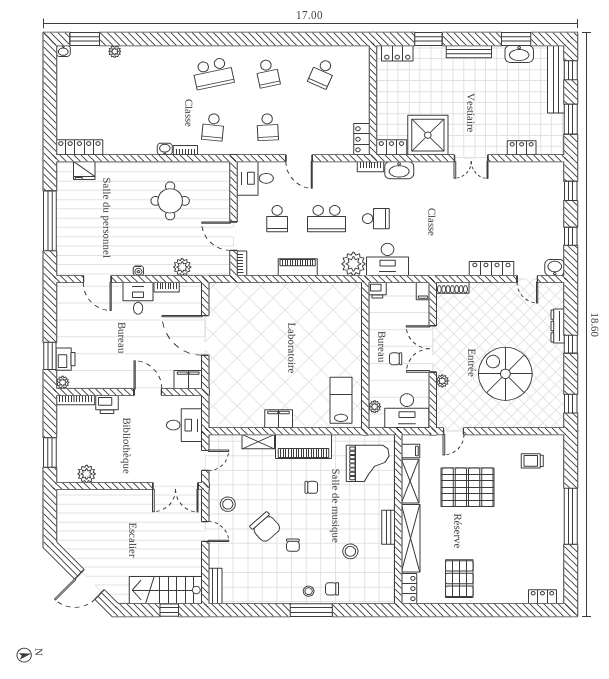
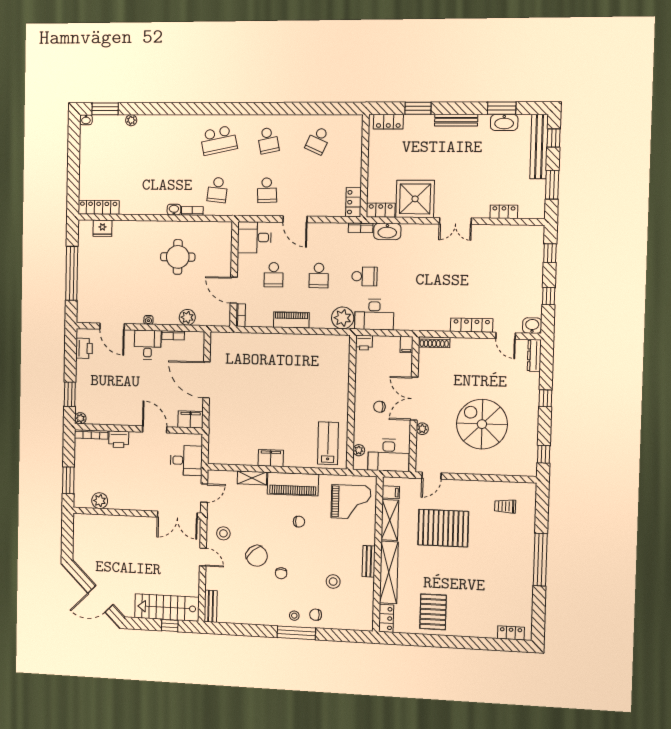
school desk: (326, 219) -> (319, 276), width x0.54
dresser: (558, 326) -> (534, 356), moved
printer: (66, 359) -> (84, 348), moved

